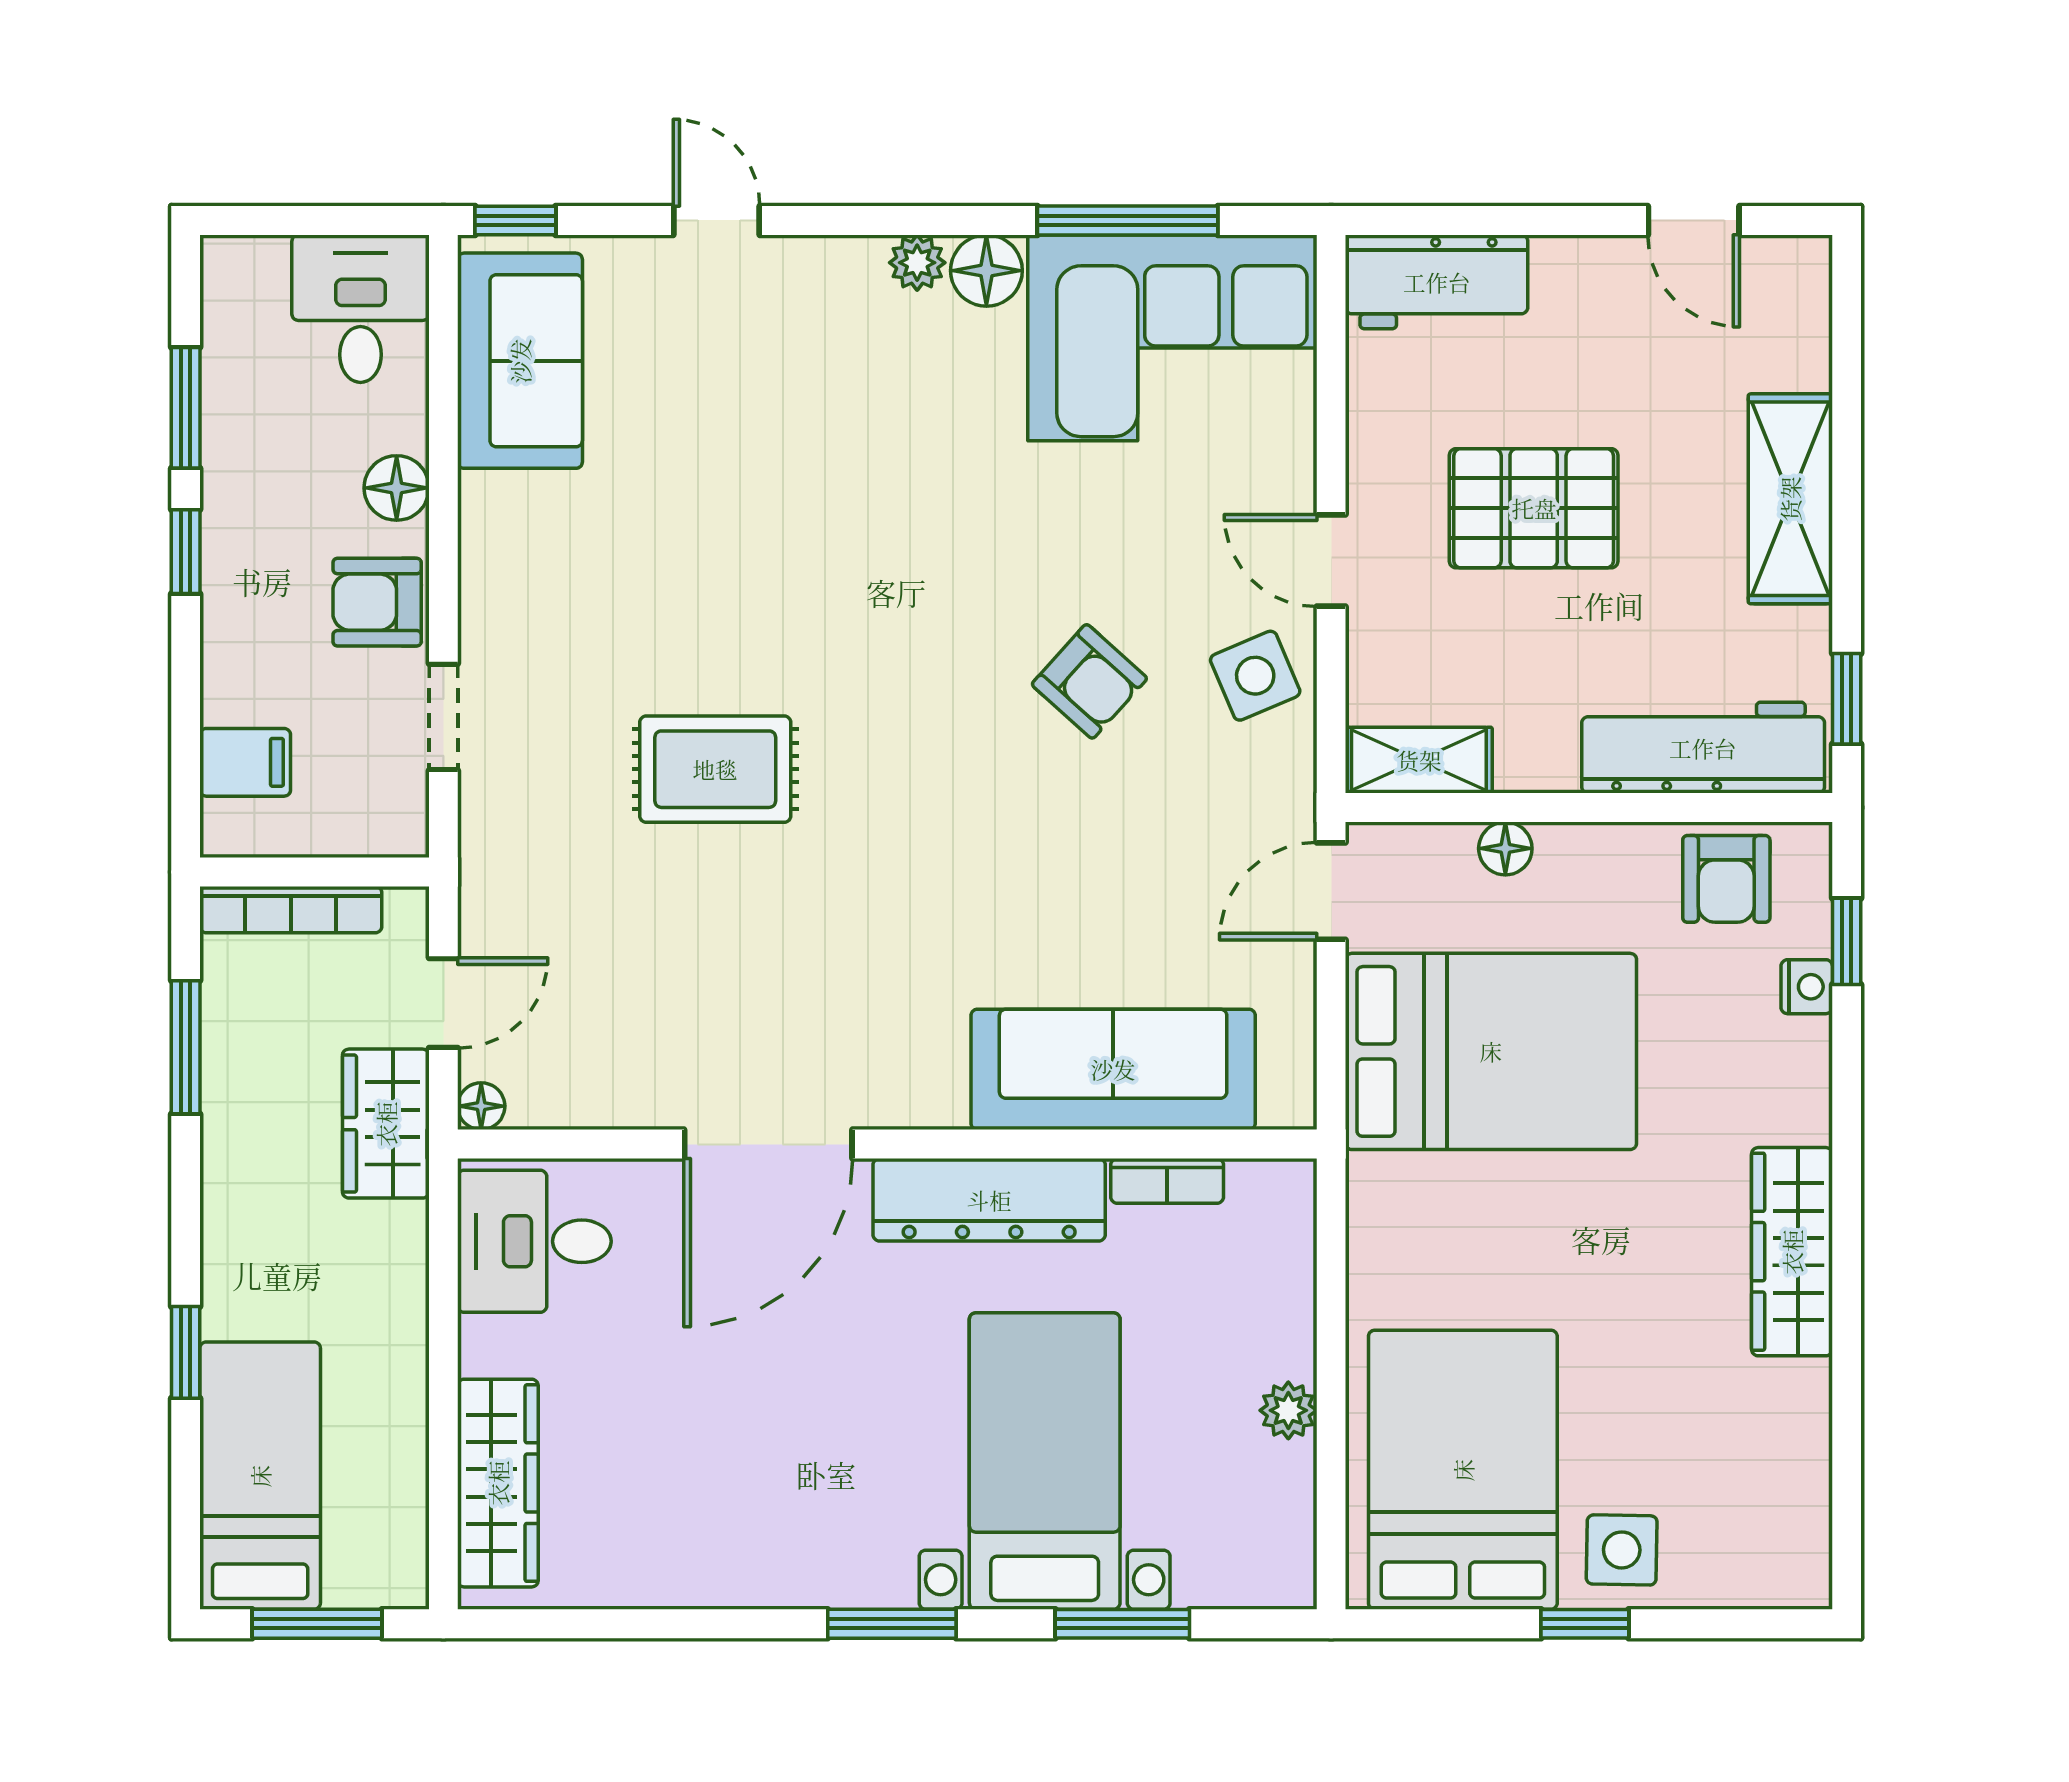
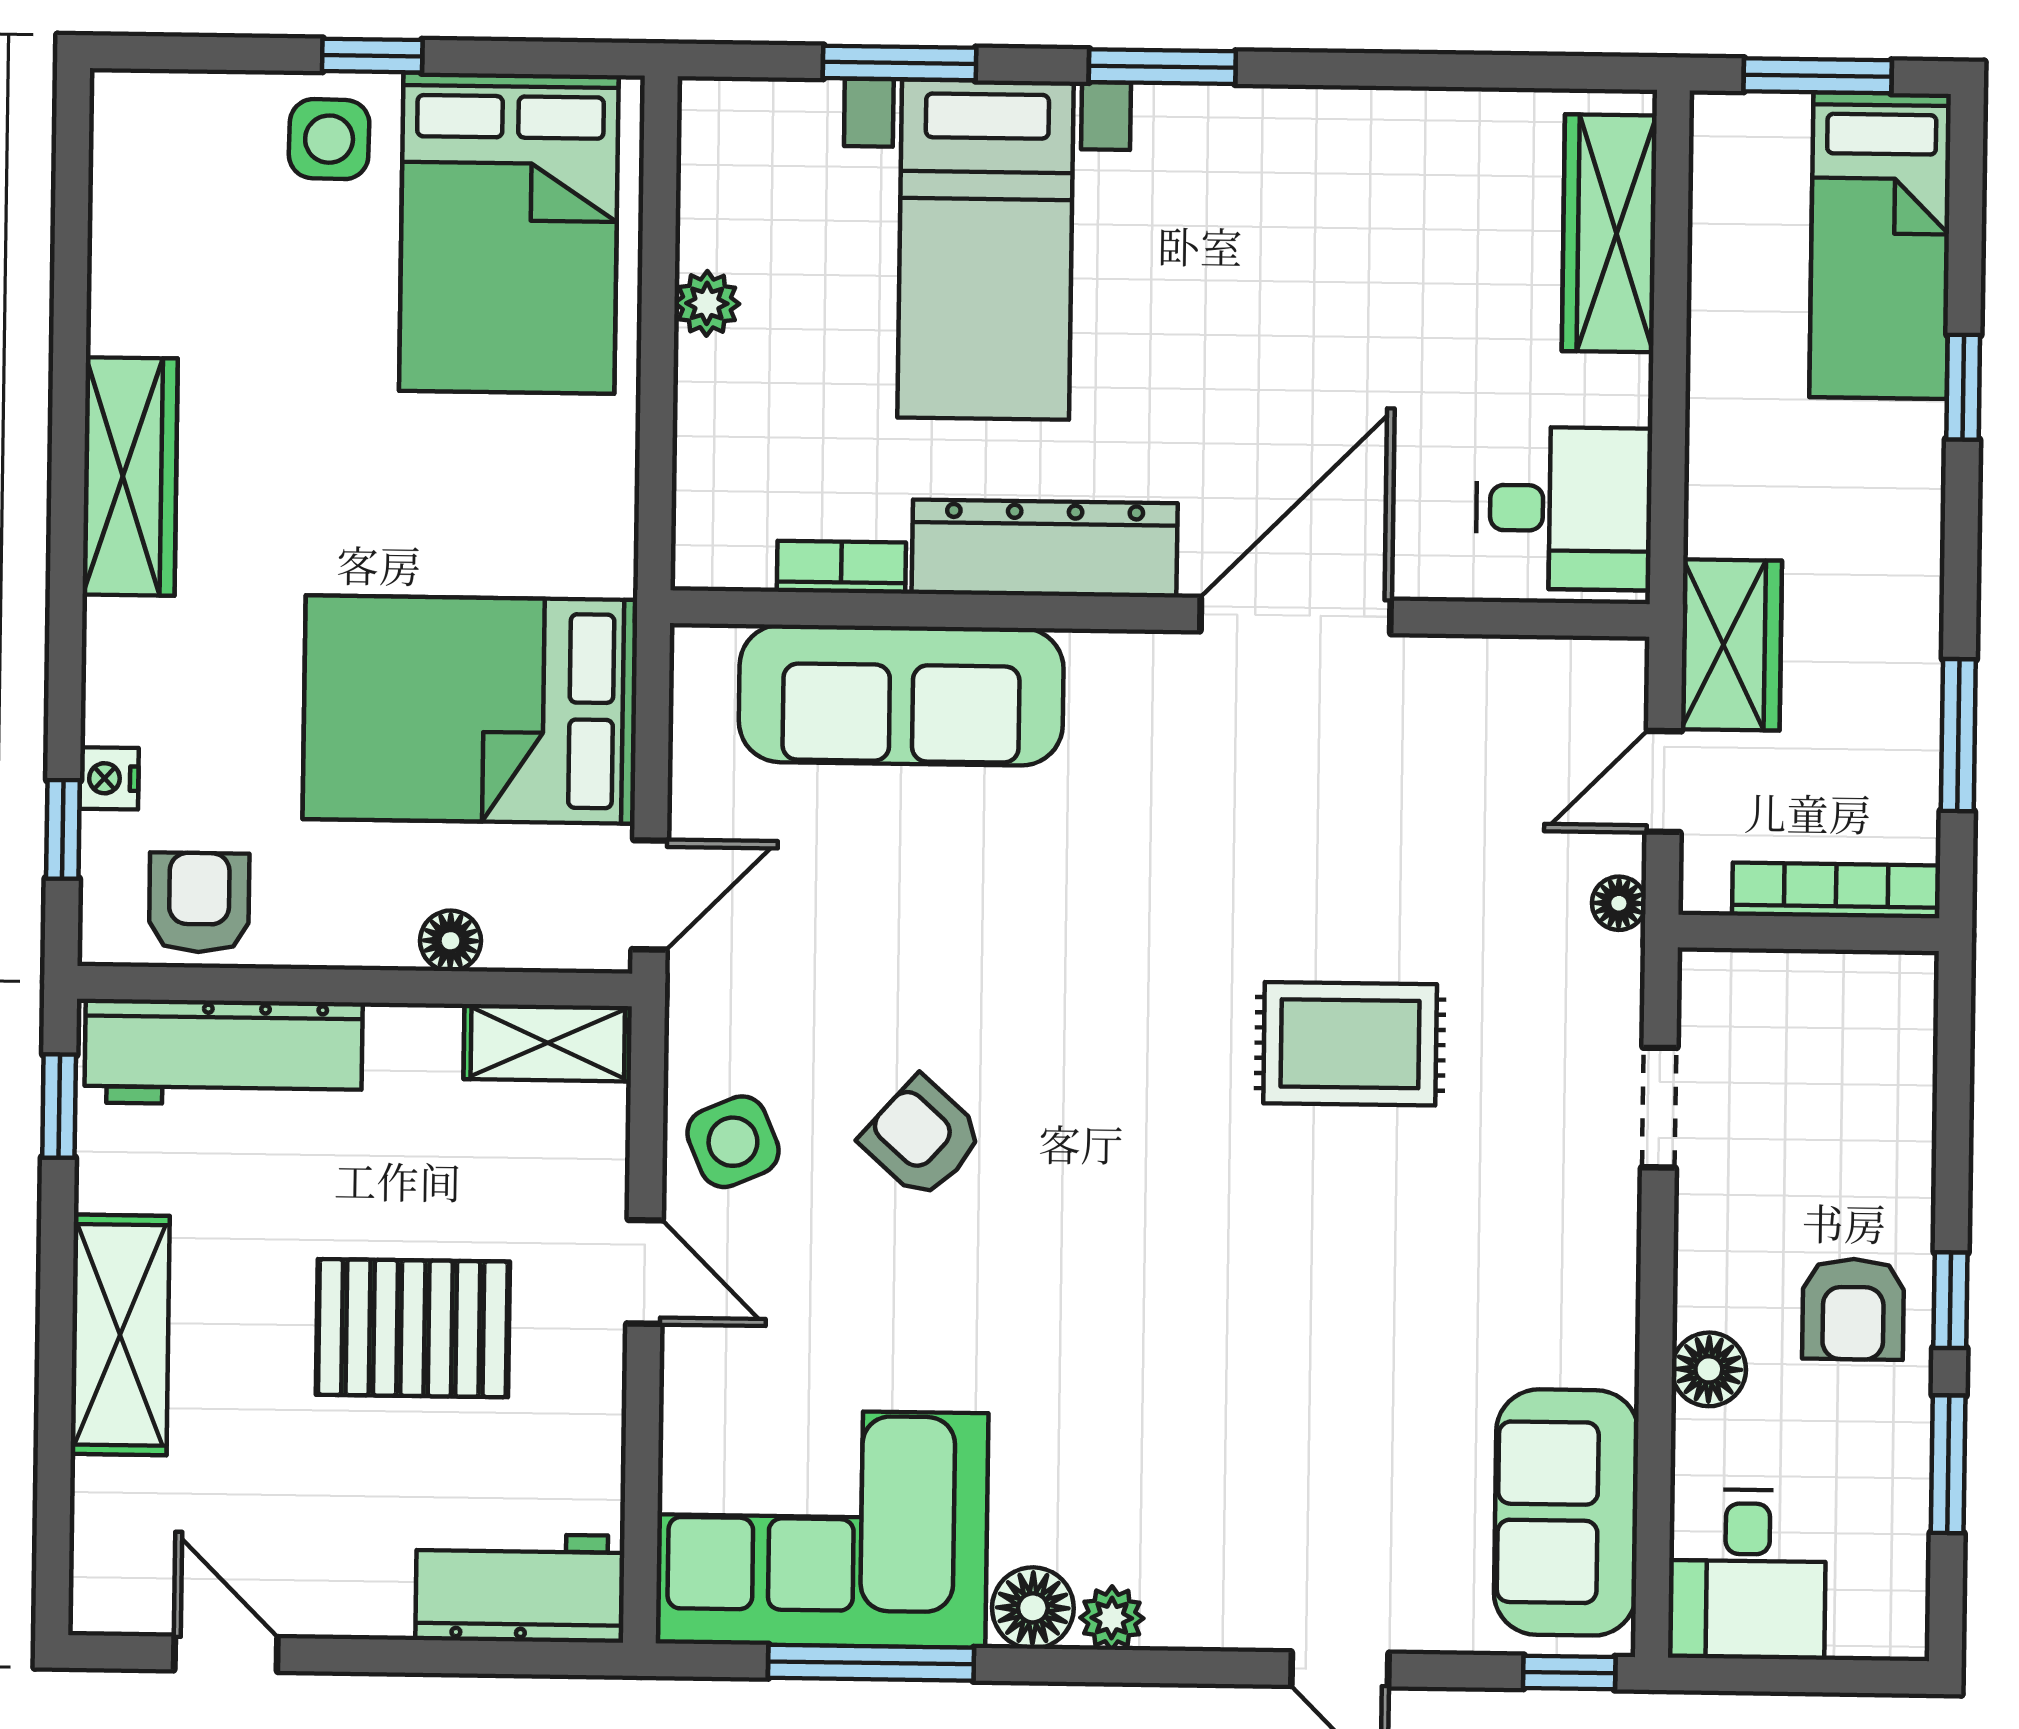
armchair: (377, 602) -> (1853, 1309), moved, turned 90
filing cabinet: (245, 762) -> (1886, 1059), removed
floor lamp: (481, 1106) -> (1619, 903), moved

